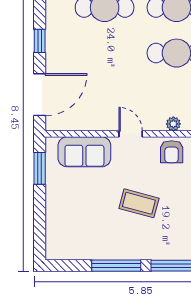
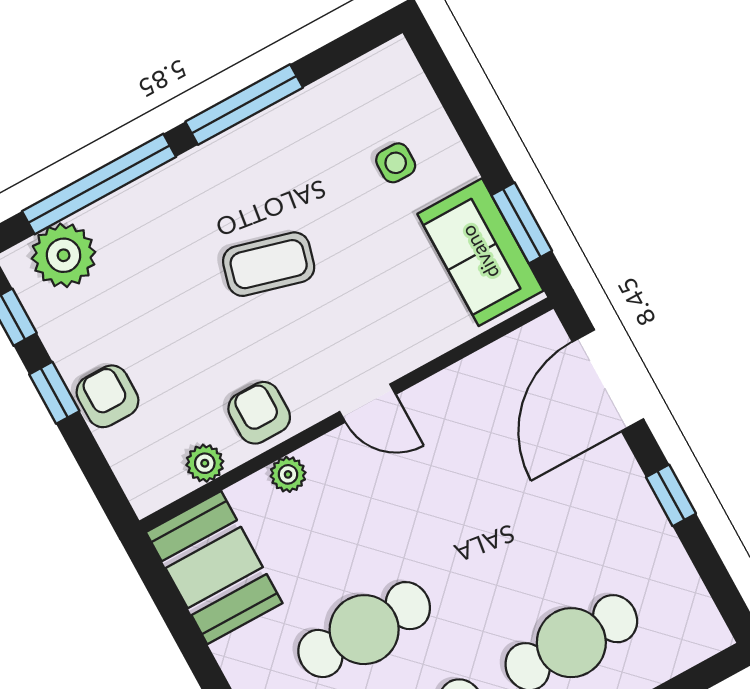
sofa: (84, 152) -> (480, 252), moved, turned -90
side table: (73, 215) -> (396, 163), added

